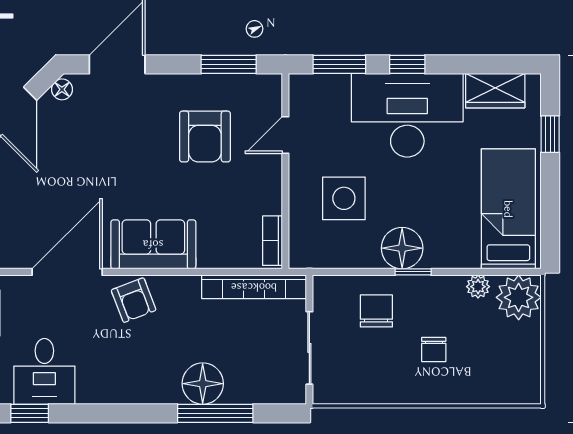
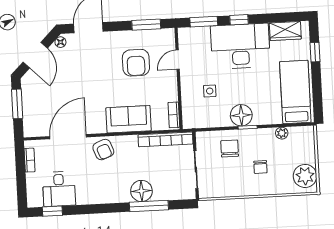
side table: (344, 198) -> (210, 91), width x0.54, depth x0.54
sofa: (153, 244) -> (129, 119), moved
plant: (519, 297) -> (305, 176), moved

